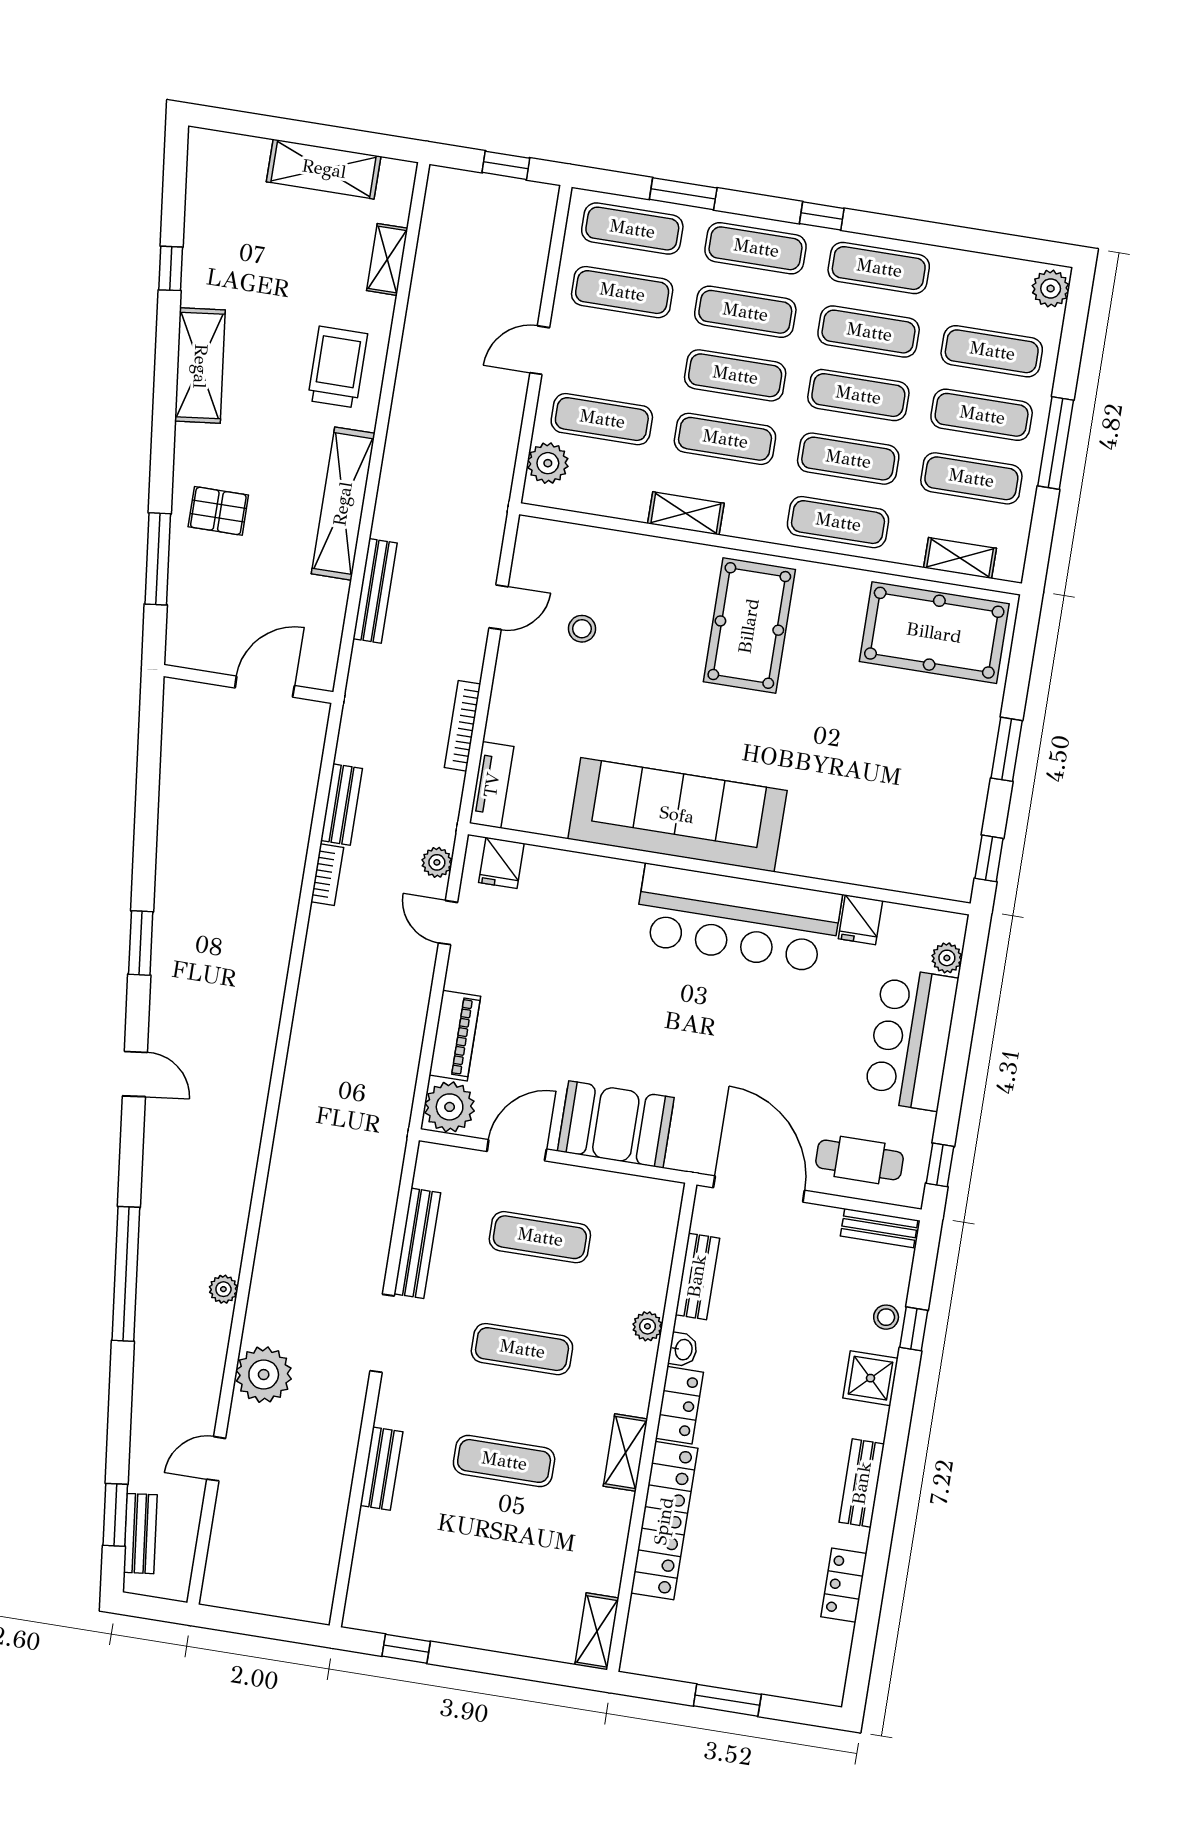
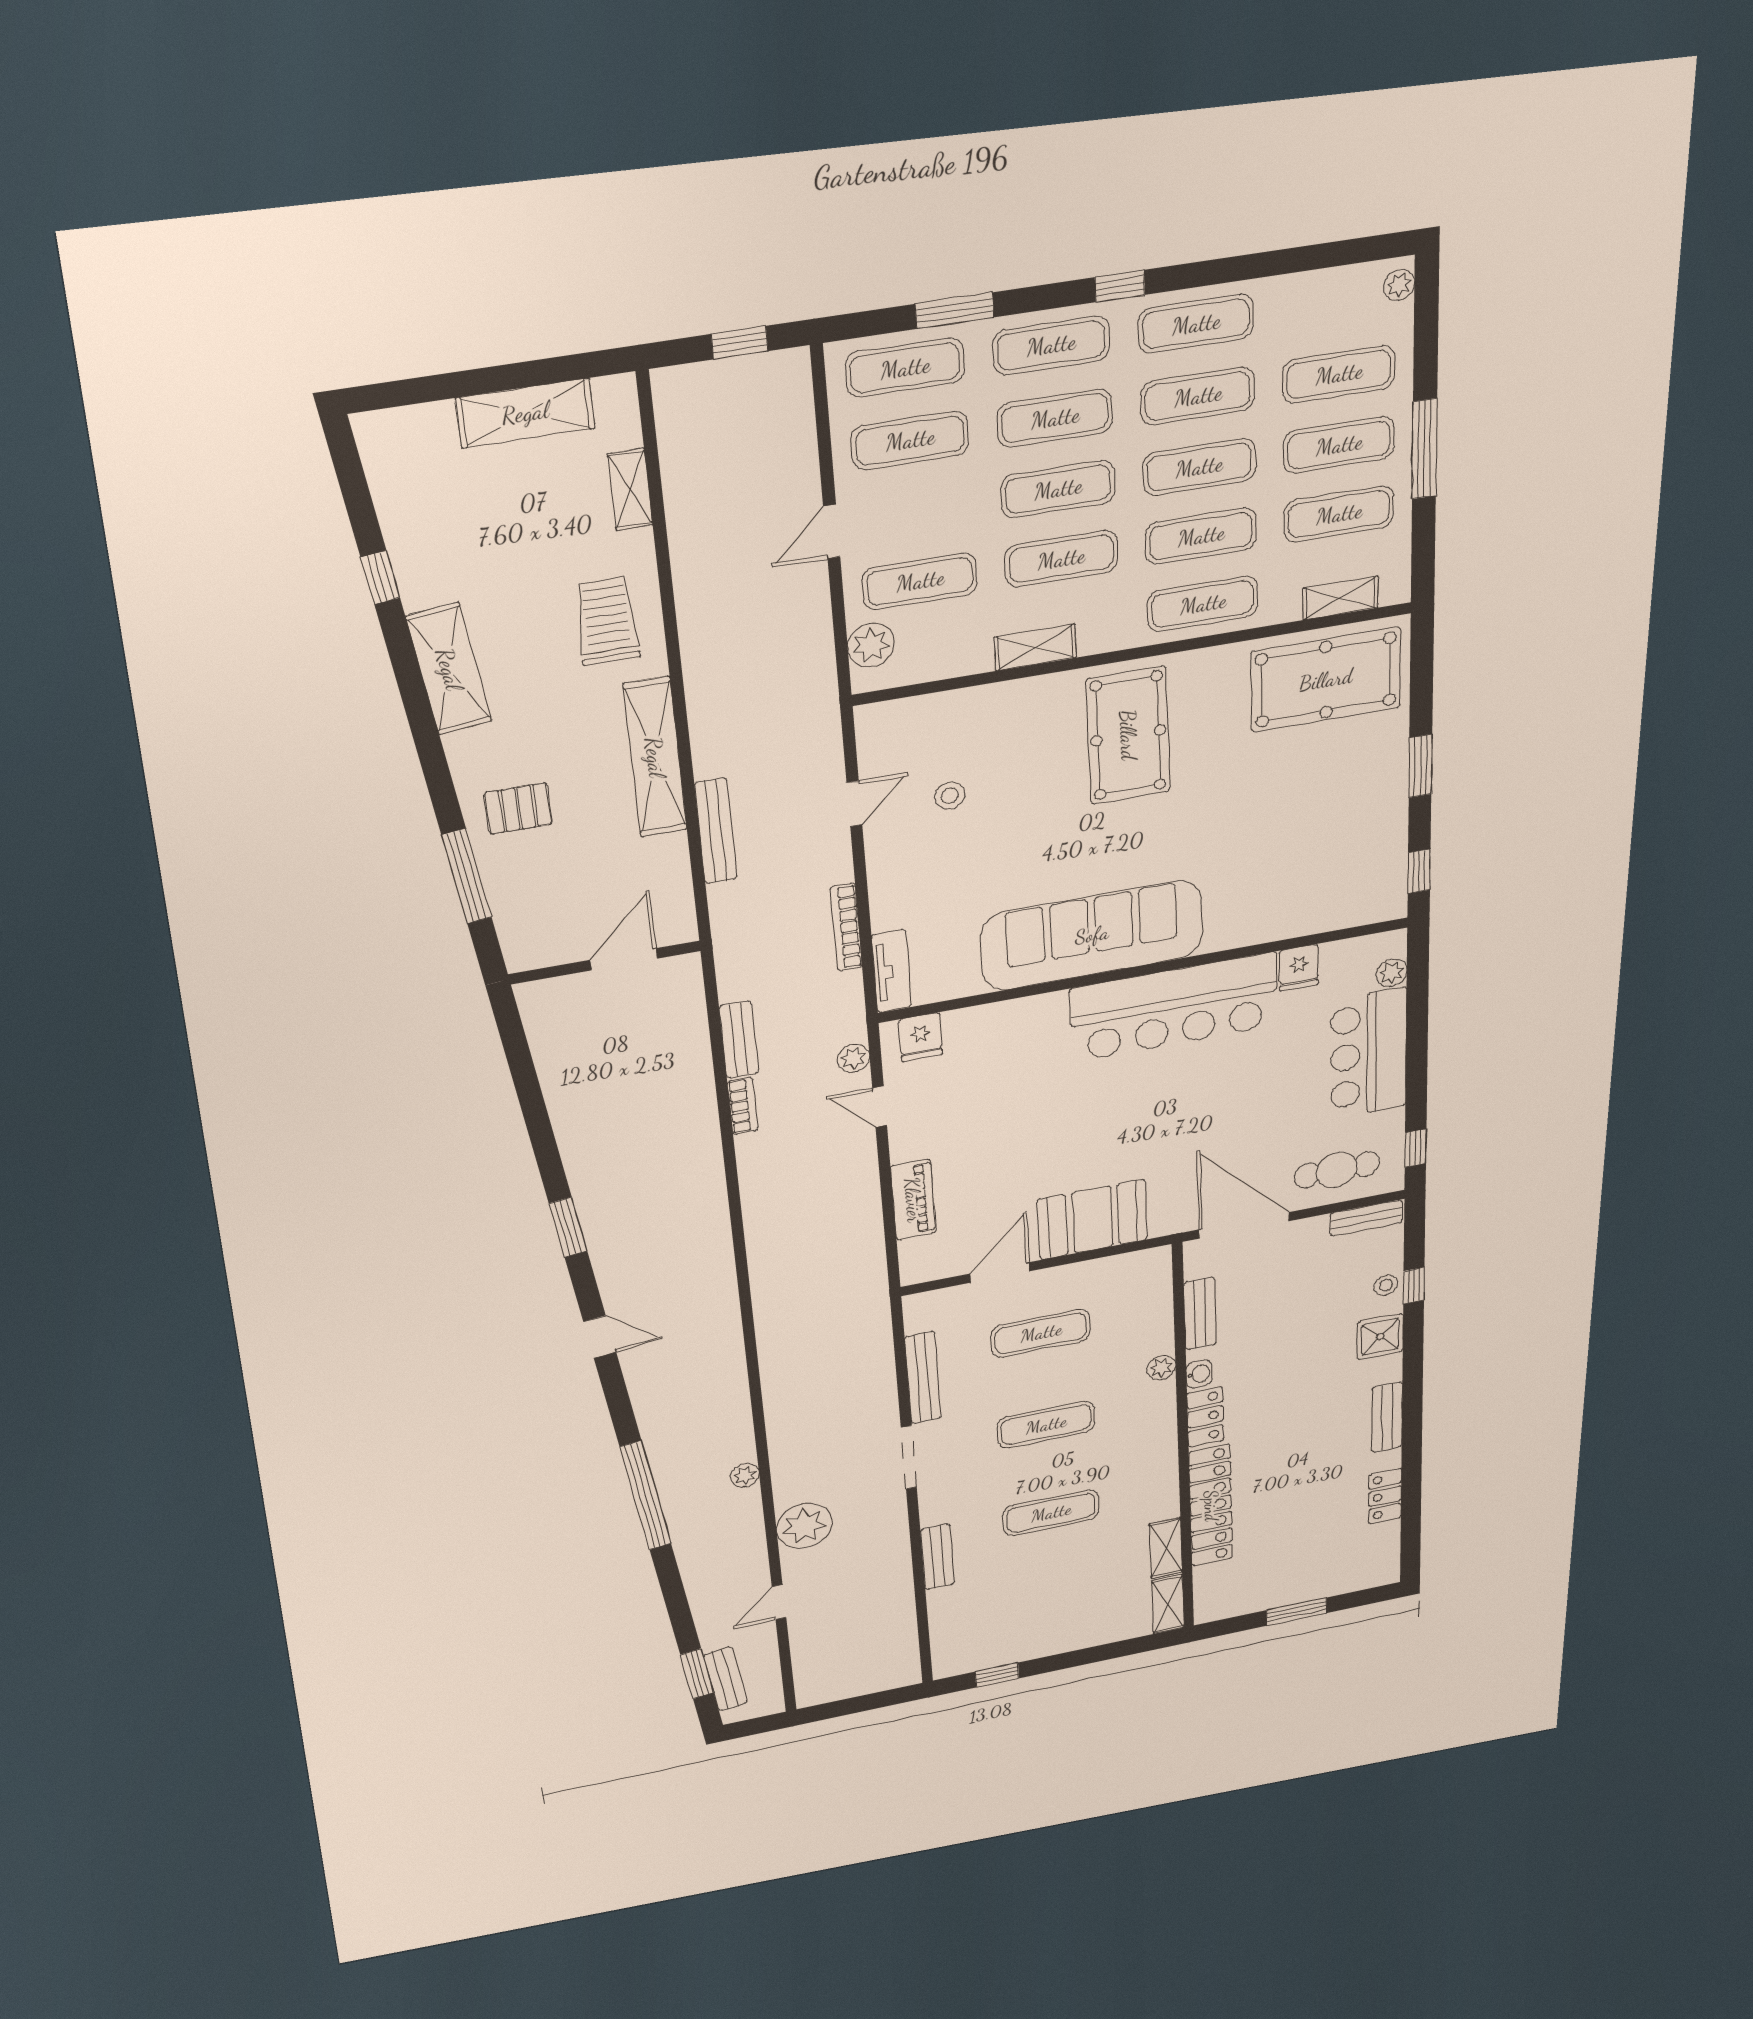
plant: (1051, 289) -> (1399, 285), width x0.73, depth x0.73
plant: (450, 1107) -> (924, 1260), removed
shelving: (625, 1453) -> (1166, 1548), moved

